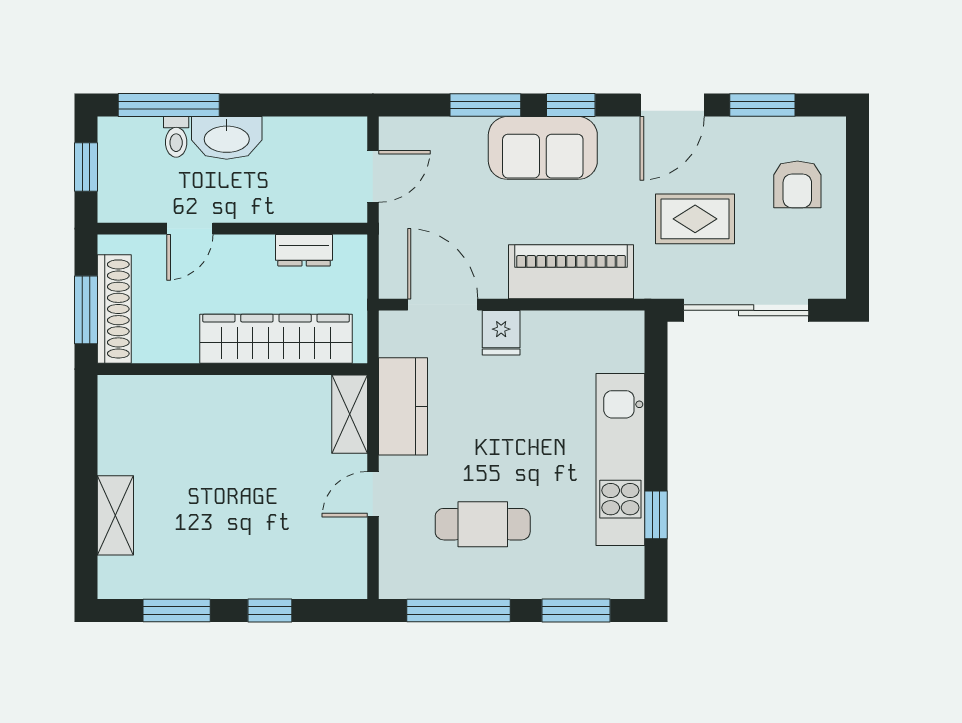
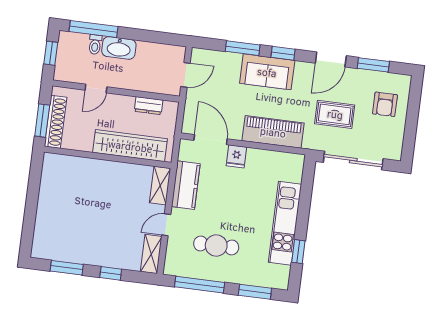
shelving: (115, 515) -> (151, 254), moved

